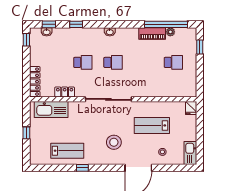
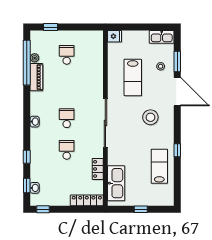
window: (167, 168) -> (177, 61), added

